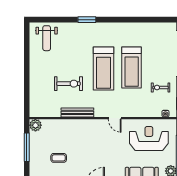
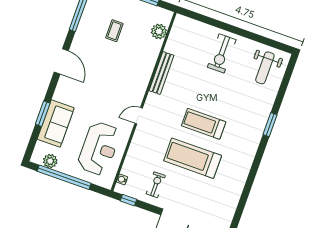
weight bench: (47, 38) -> (265, 68), turned -90
treadmill: (104, 68) -> (204, 124), width x0.73, depth x0.73
exercise bike: (69, 84) -> (222, 53), moved
plant: (35, 125) -> (159, 31), moved

